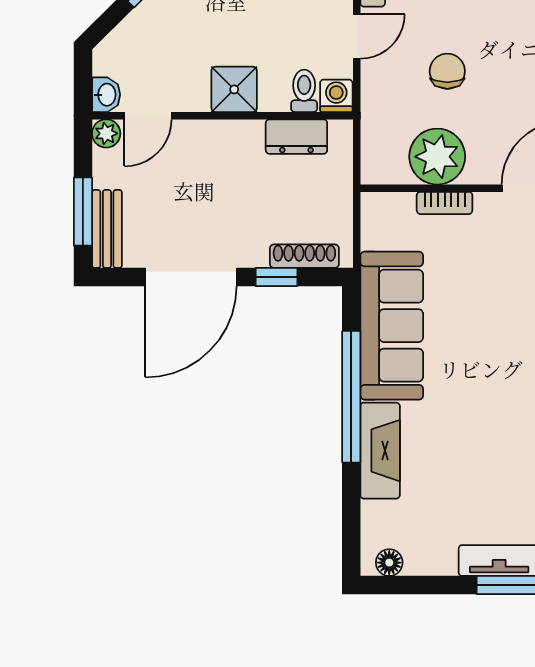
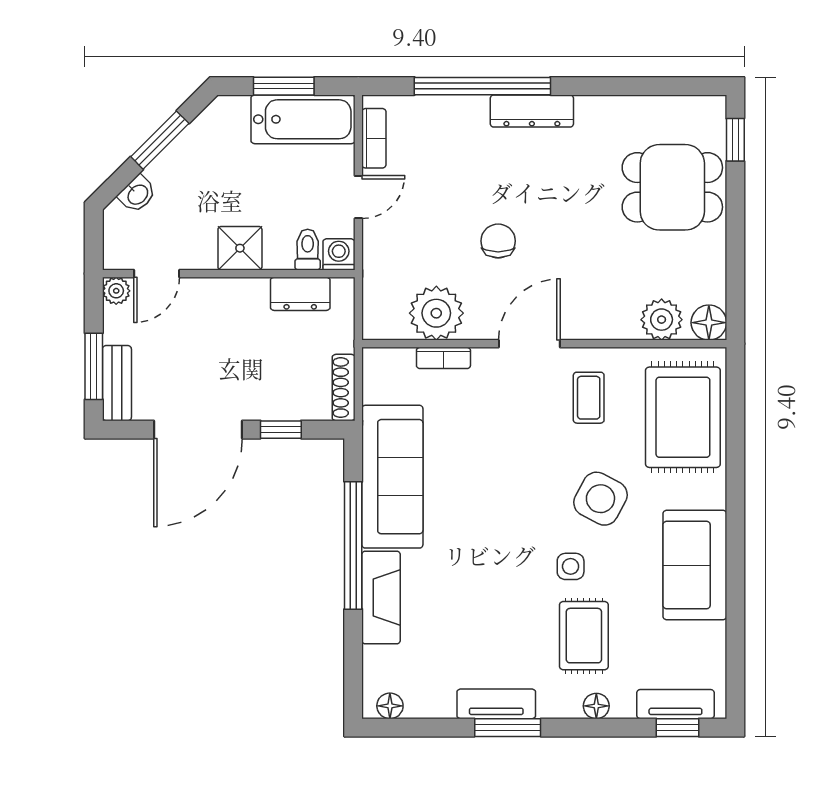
chair: (447, 71) -> (498, 241), moved
washbasin: (106, 95) -> (137, 194), moved, turned 45
shoe rack: (304, 256) -> (344, 388), moved, turned -90

